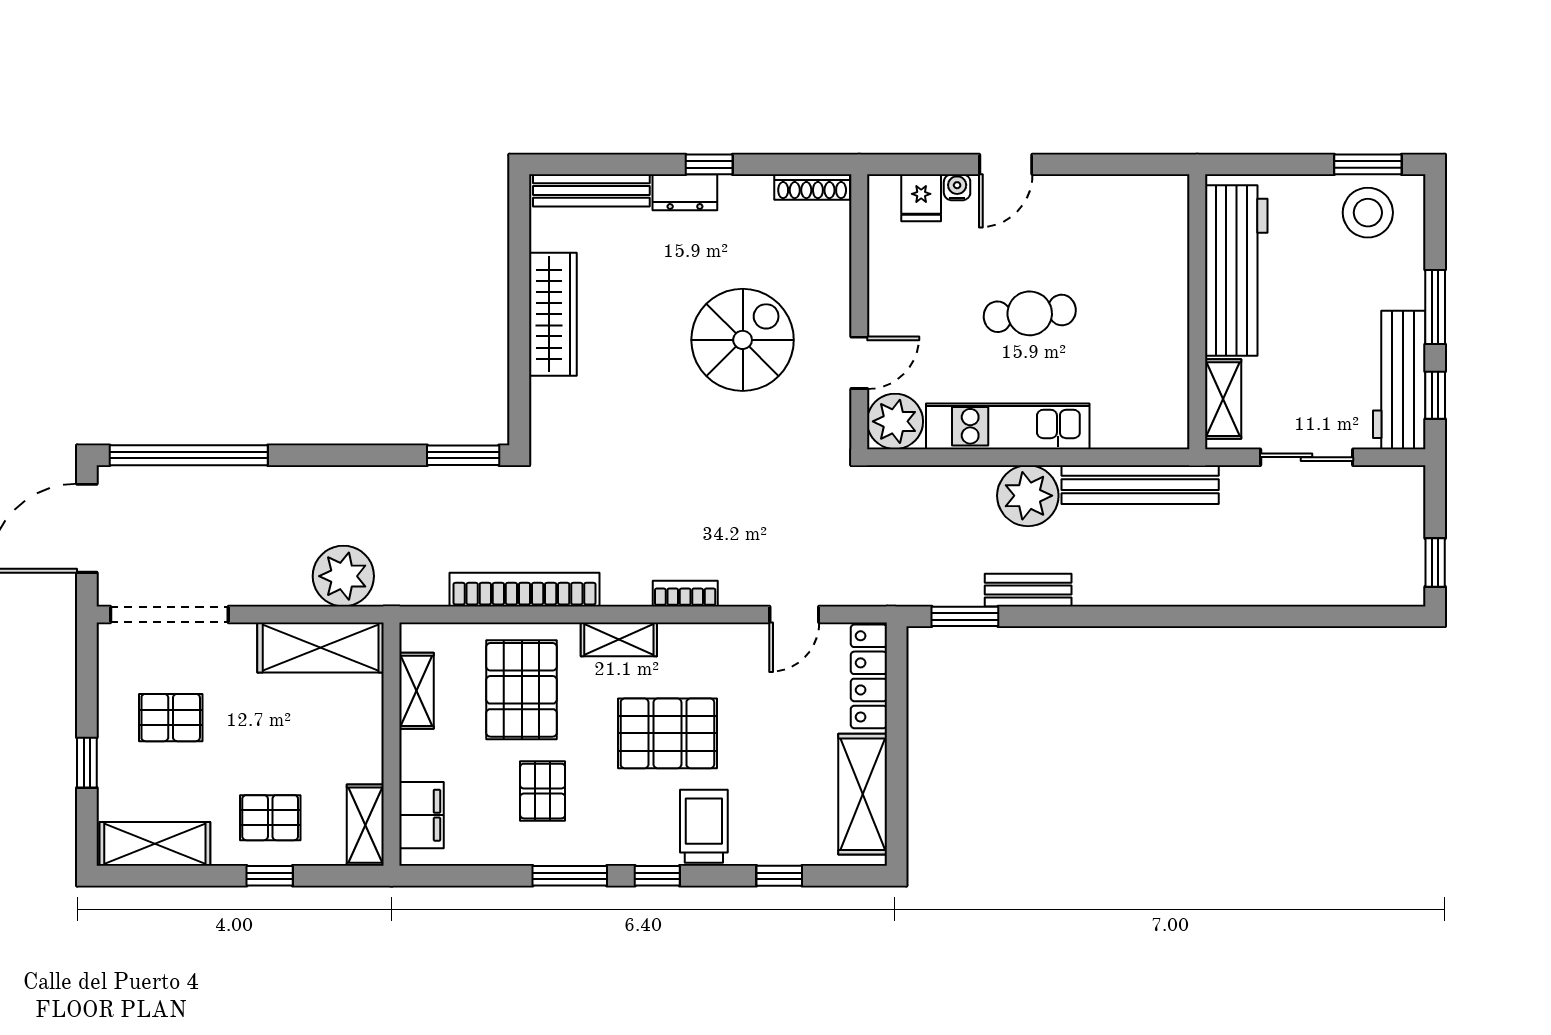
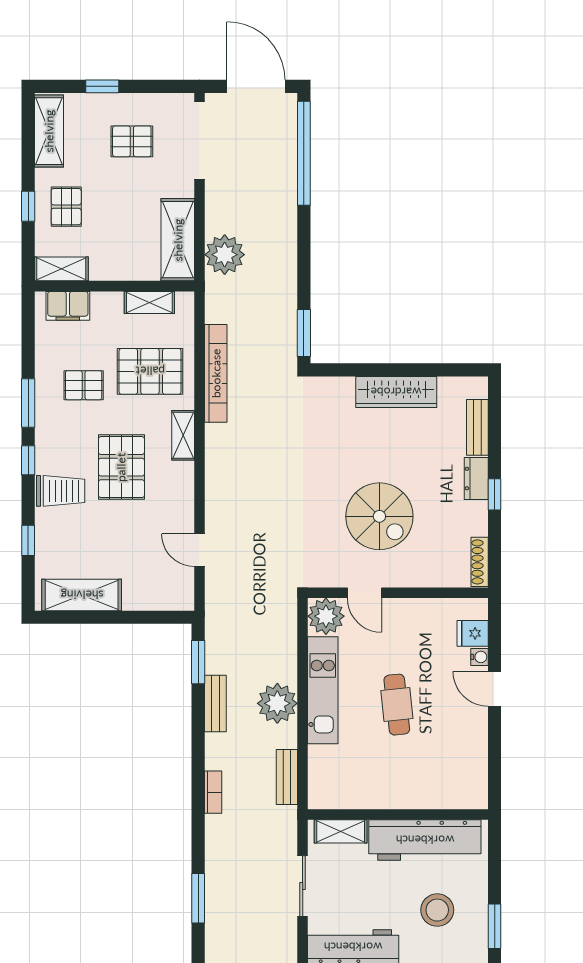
bench: (591, 190) -> (477, 427), width x0.73
stool: (1368, 213) -> (437, 910), moved
bench: (1140, 485) -> (287, 777), width x0.54, depth x0.82
bookcase: (685, 594) -> (213, 792), moved
window: (1325, 616) -> (198, 898), added
locker: (869, 676) -> (159, 599), removed
pallet: (171, 718) -> (132, 141), turned 90

